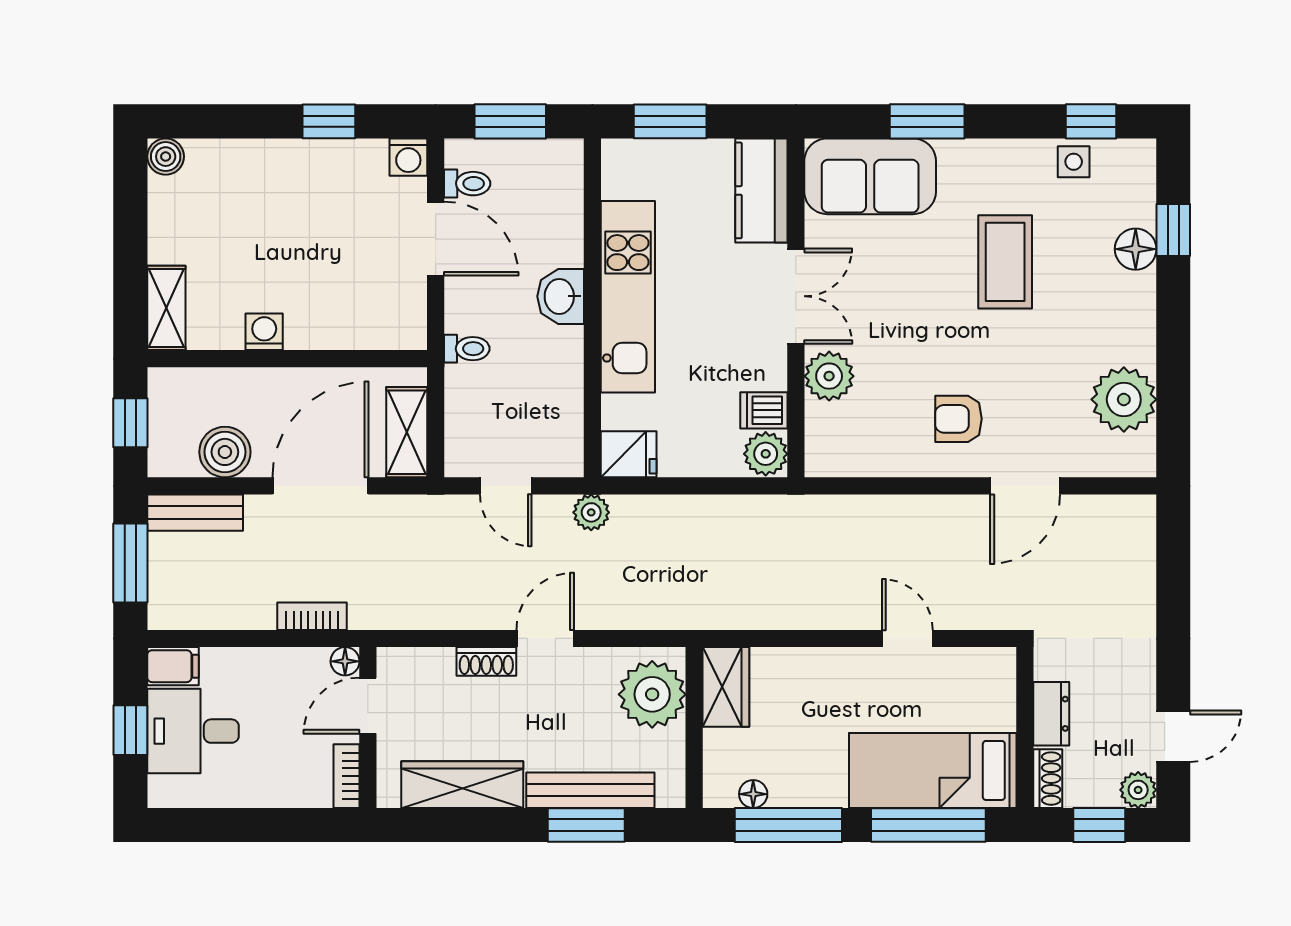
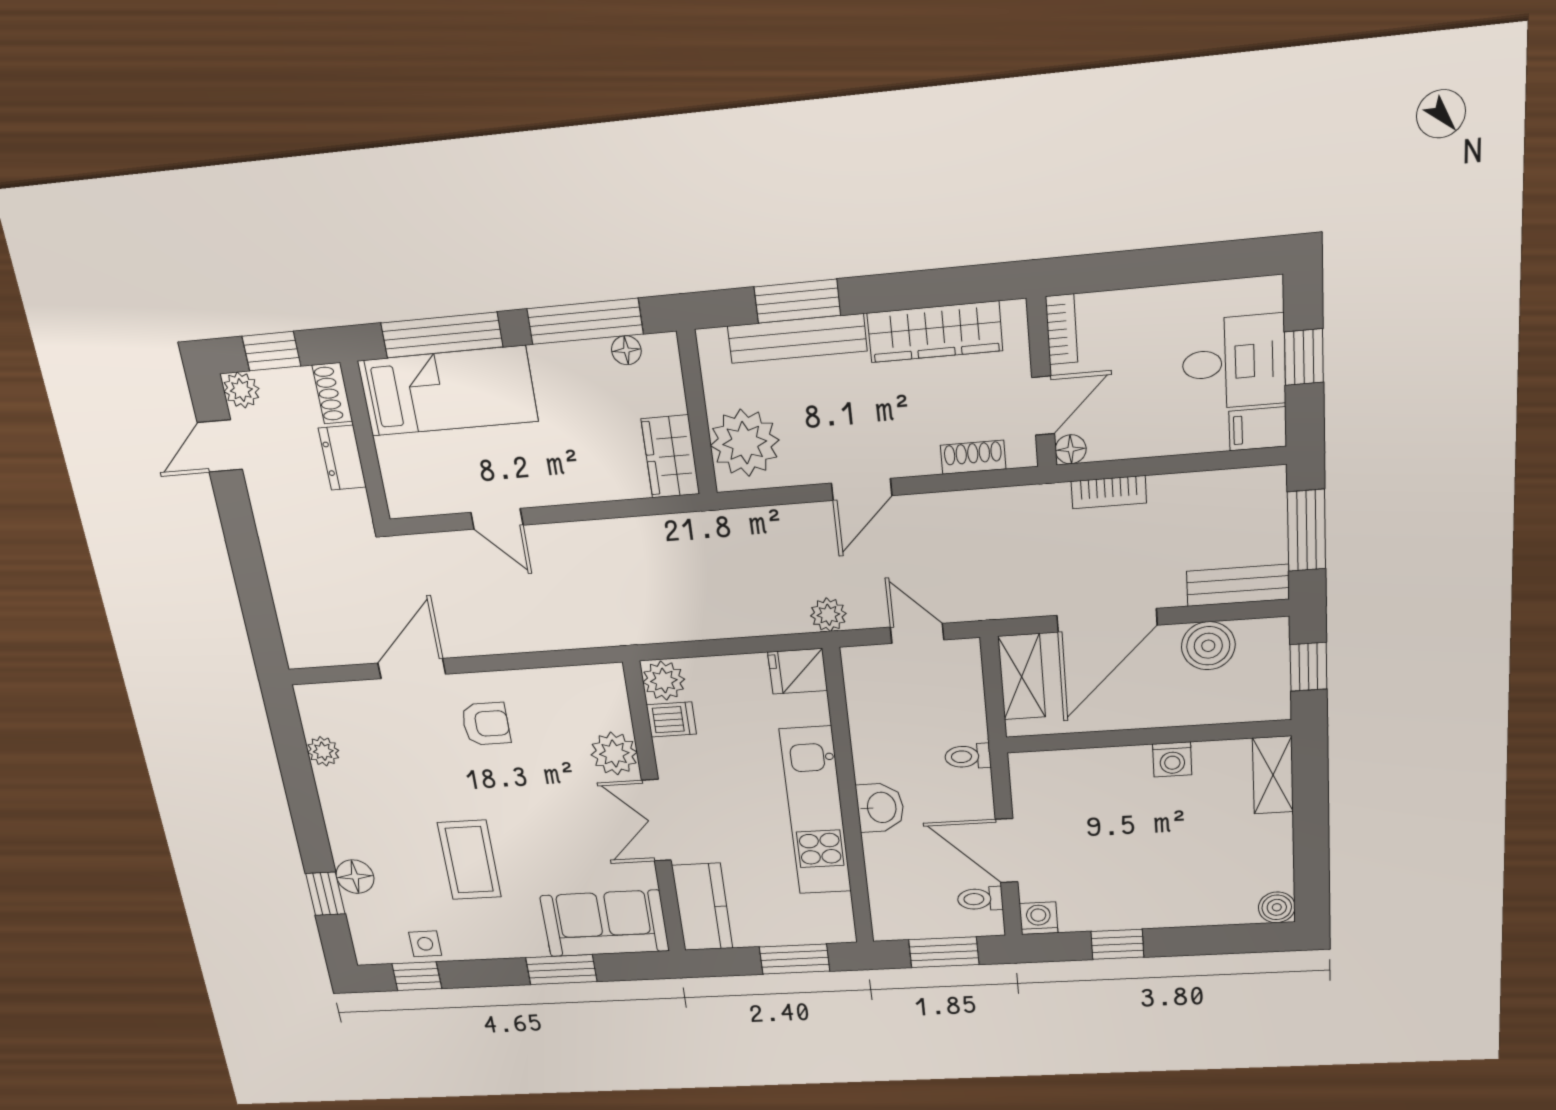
plant: (1124, 399) -> (323, 751), width x0.53, depth x0.53
shoe rack: (486, 661) -> (973, 457), moved

